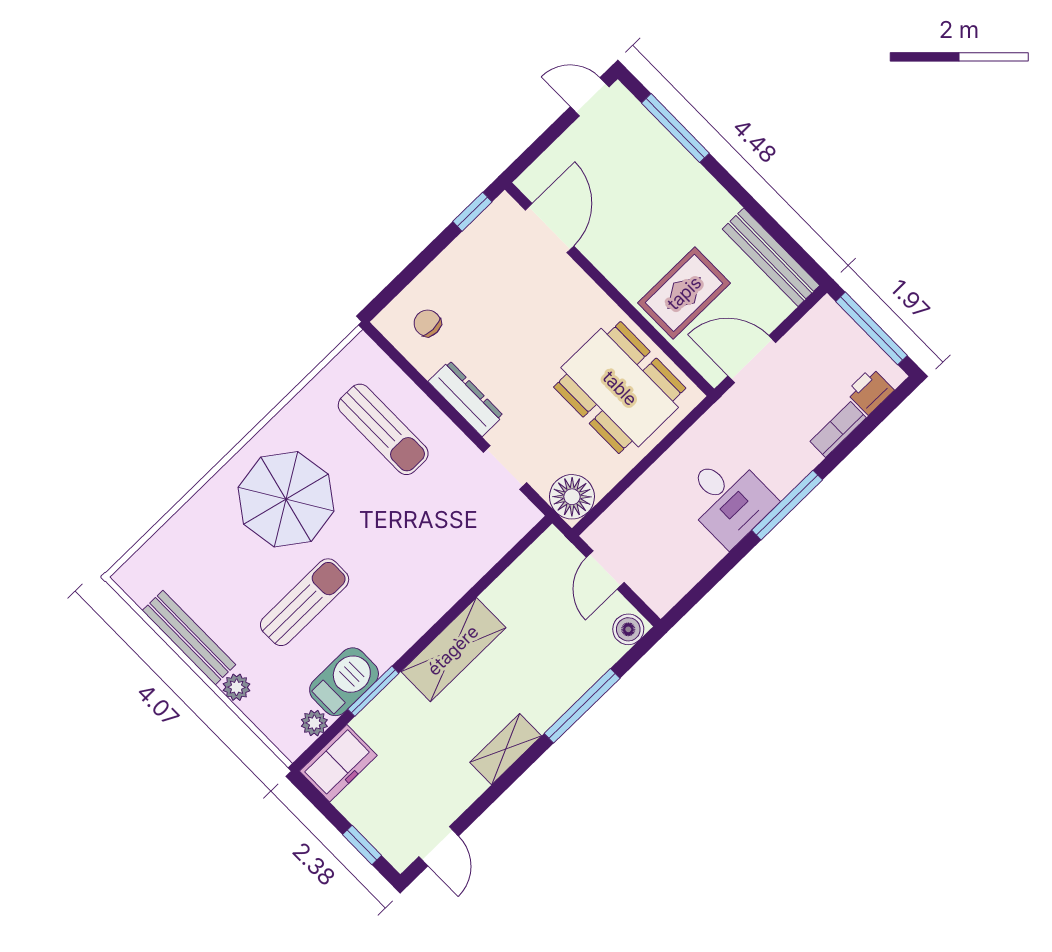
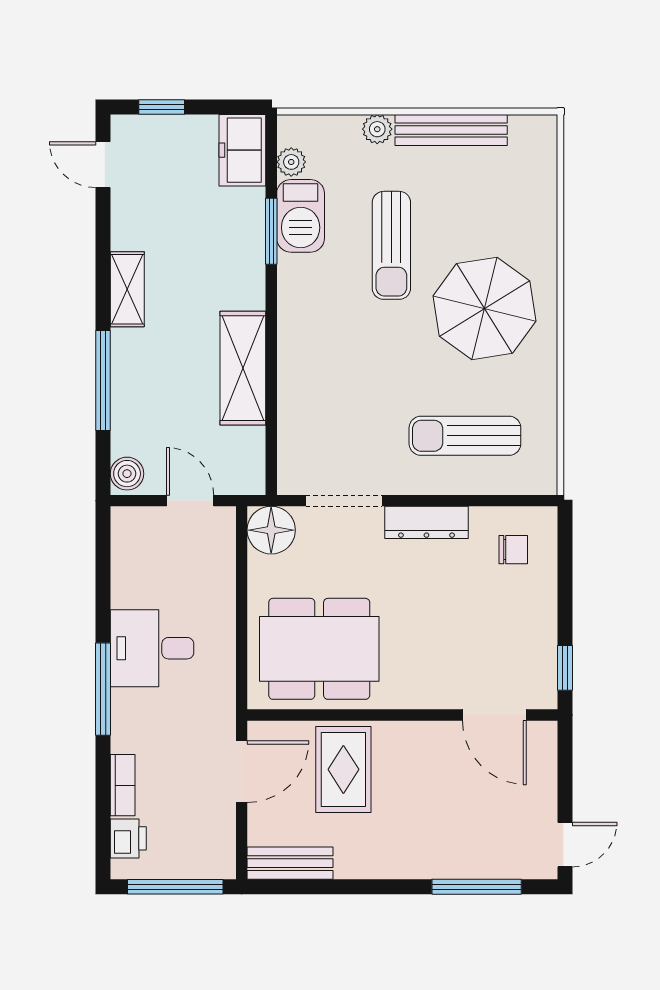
bench: (771, 257) -> (290, 863), width x0.73
doorway: (505, 468) -> (344, 501), width x1.38
shelving: (453, 650) -> (243, 368), moved

